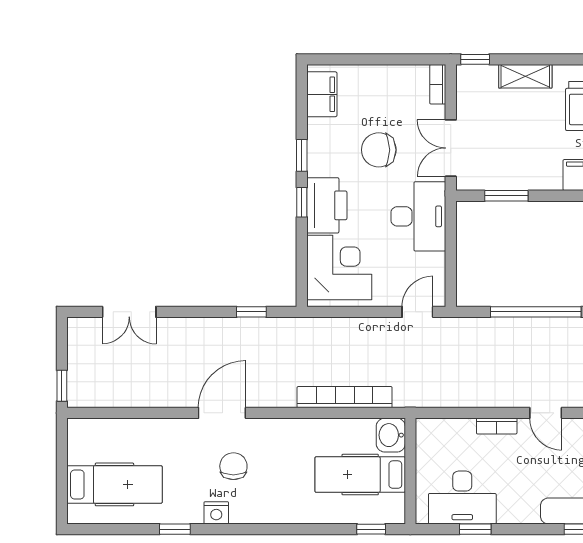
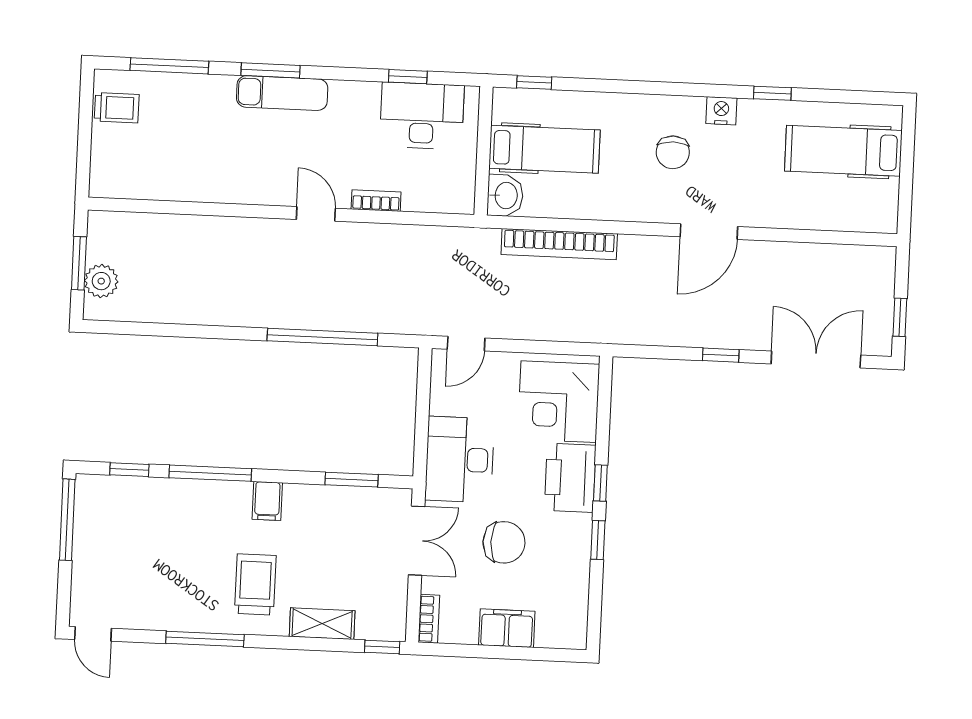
filing cabinet: (322, 94) -> (507, 628), moved, turned 90
double door: (129, 312) -> (816, 359), width x1.37
window: (251, 312) -> (721, 355), moved
window: (62, 386) -> (900, 317), moved
chair: (233, 466) -> (673, 152), moved

